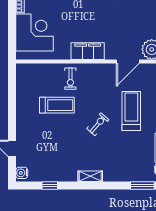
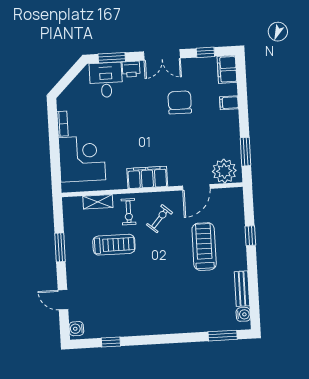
window: (12, 105) -> (60, 247), added
exercise bike: (98, 124) -> (160, 219), moved
shelving: (90, 176) -> (98, 202), moved

